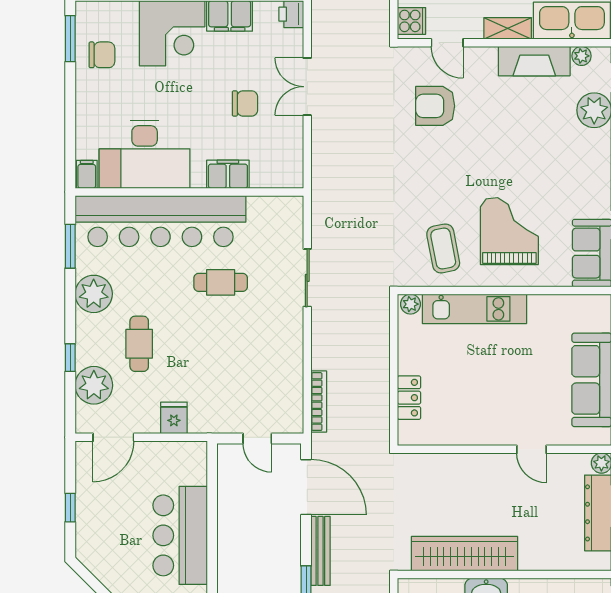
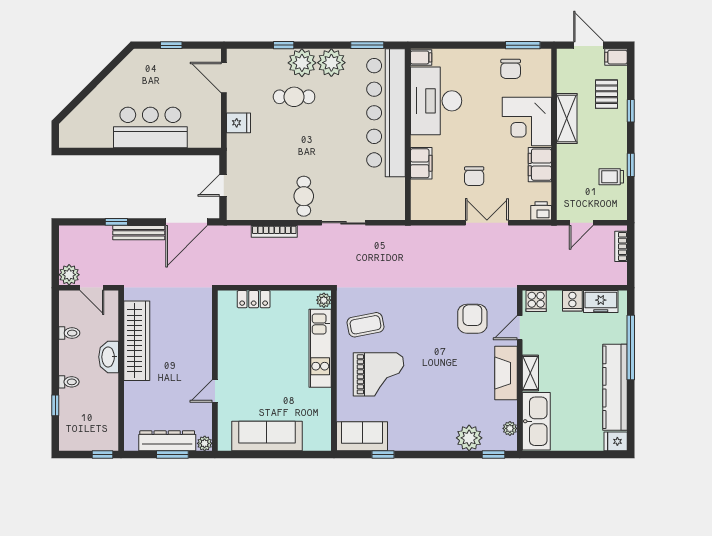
fireplace: (534, 61) -> (506, 373), moved
cafe table: (221, 282) -> (304, 196), moved
plant: (94, 385) -> (302, 63), moved
bookcase: (319, 402) -> (274, 231), moved

